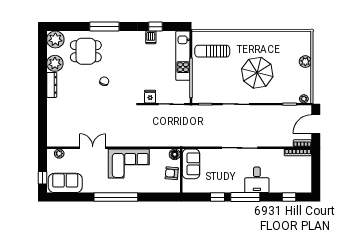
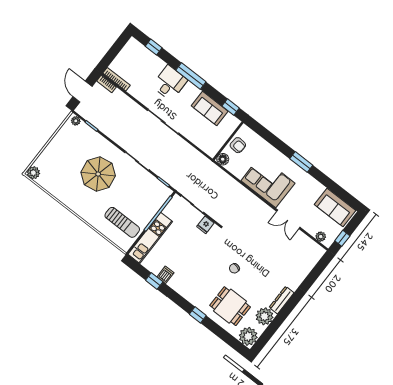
window: (104, 27) -> (198, 315), width x0.46
plant: (305, 62) -> (33, 173), moved
door: (316, 124) -> (82, 92), swing flipped
sofa: (191, 164) -> (210, 109), moved, turned -90
window: (42, 178) -> (342, 238), moved
window: (116, 197) -> (301, 162), width x0.47
window: (217, 197) -> (231, 107), moved

